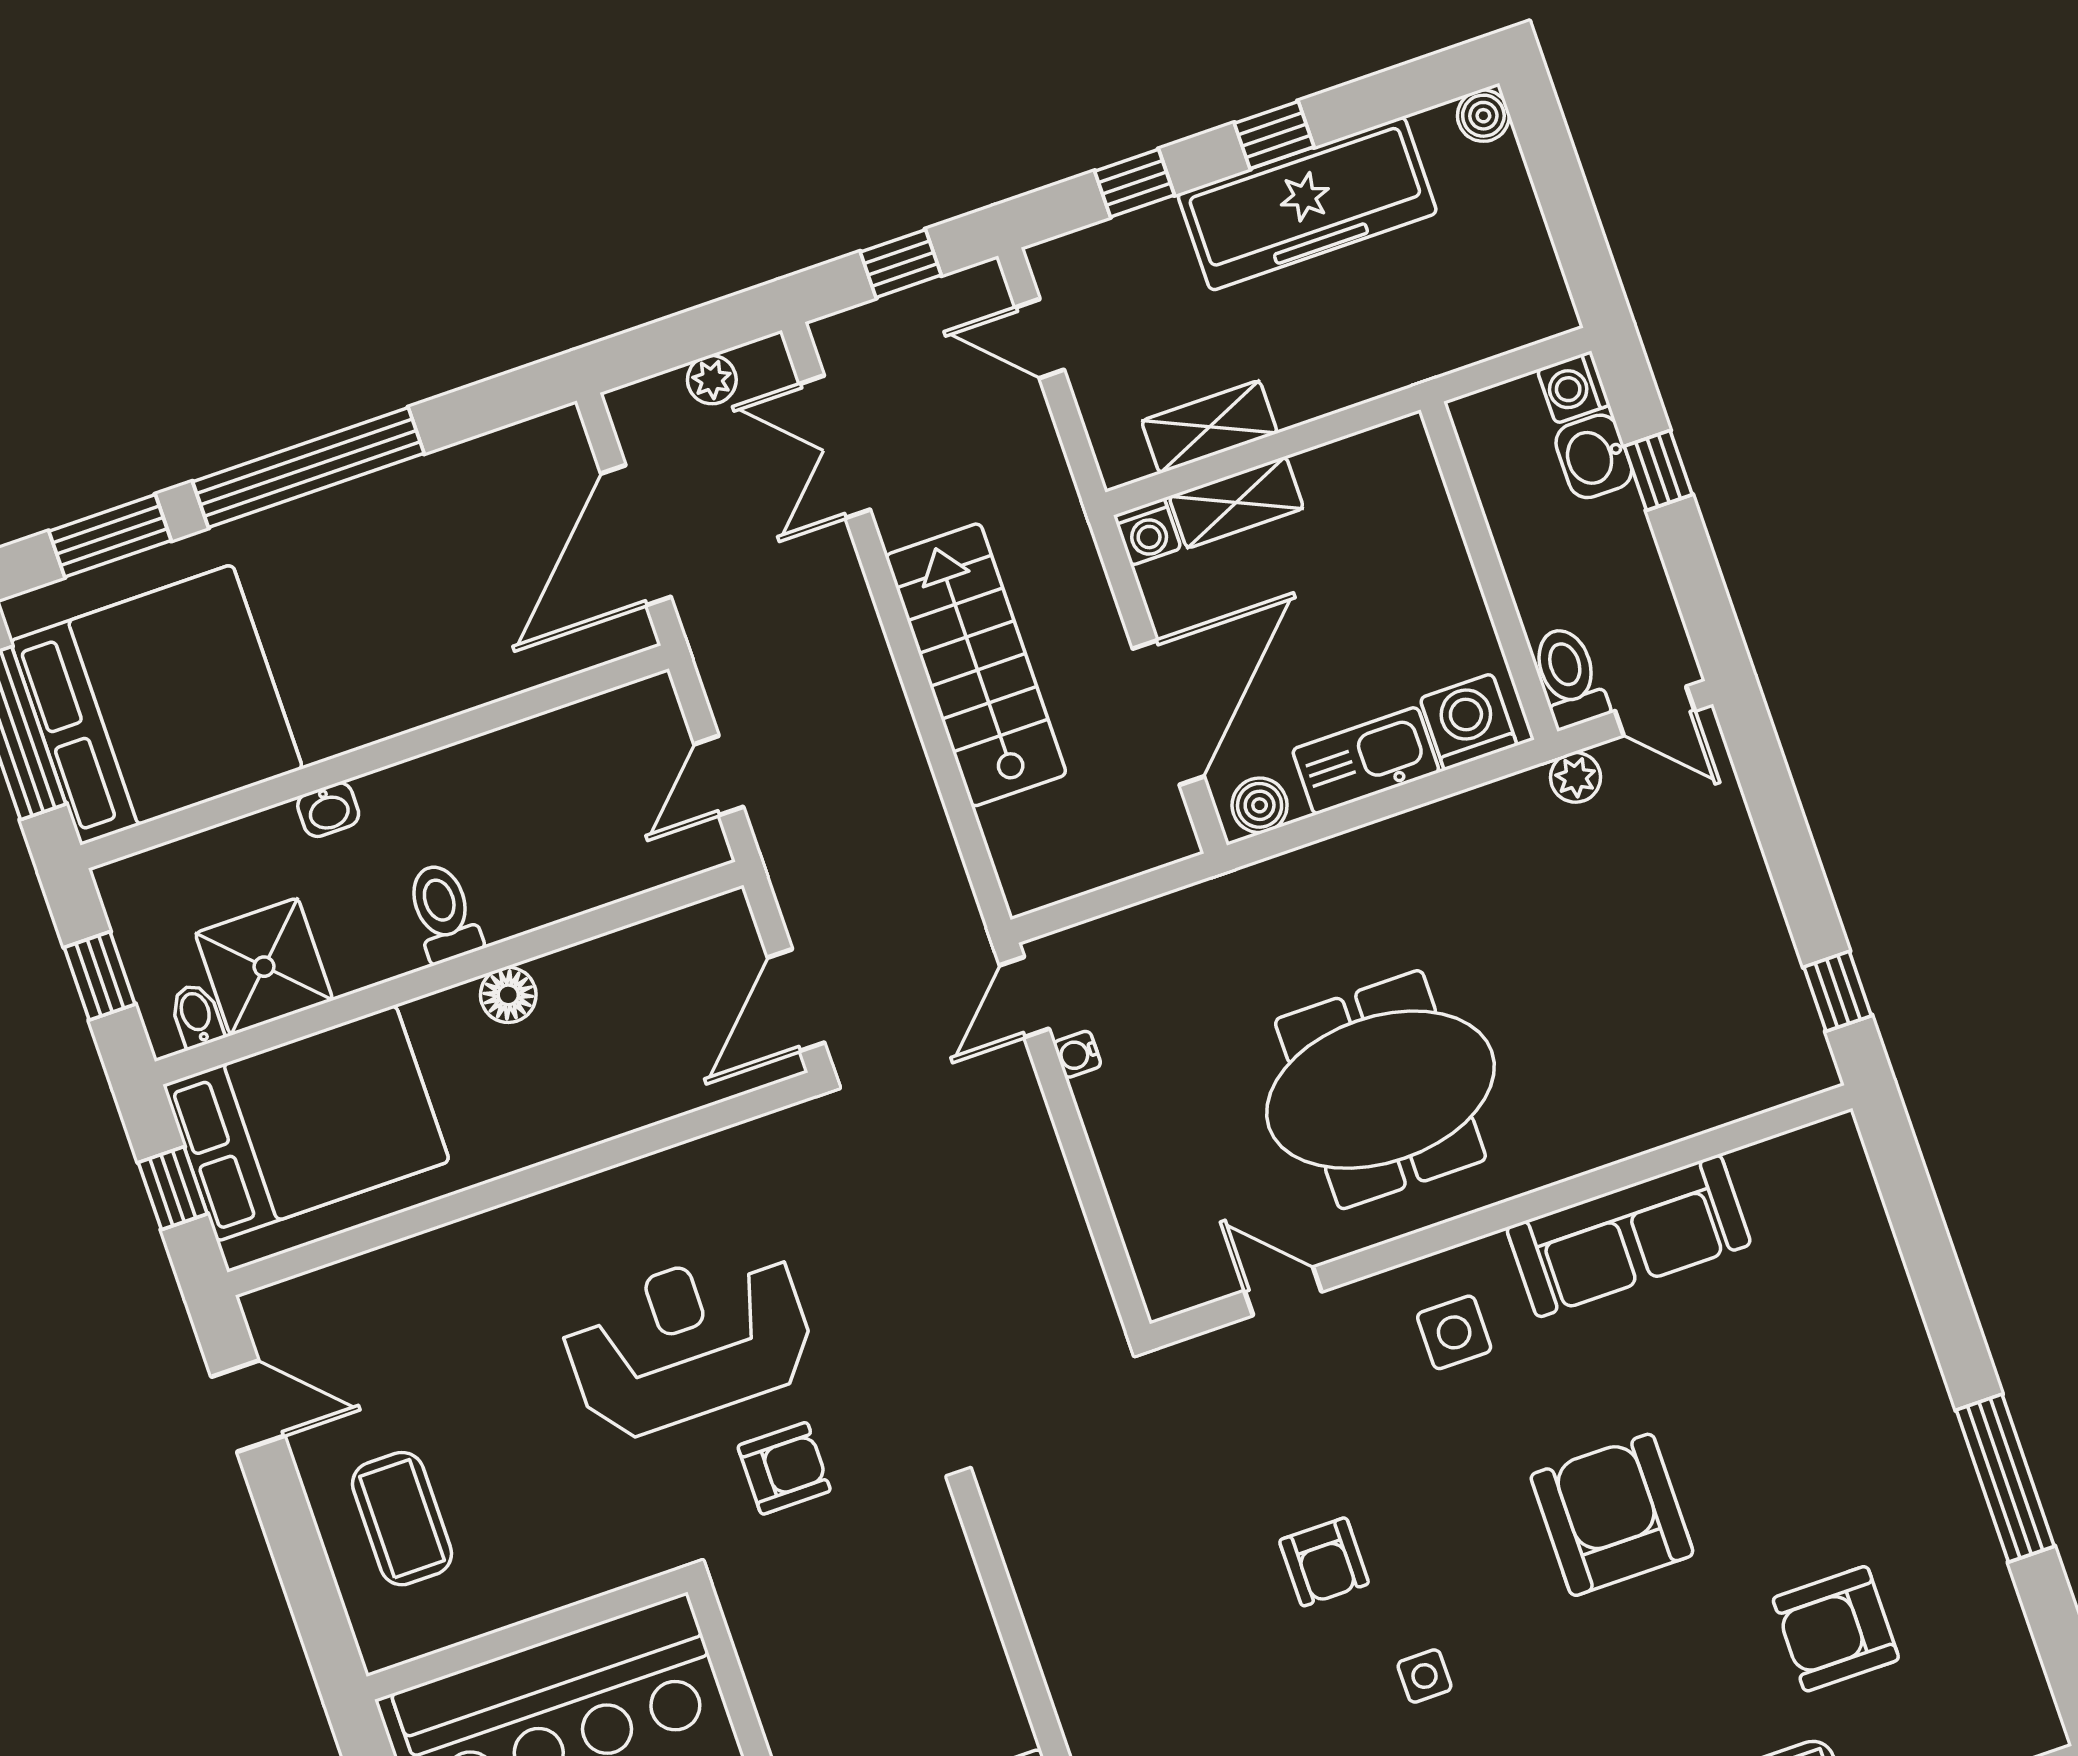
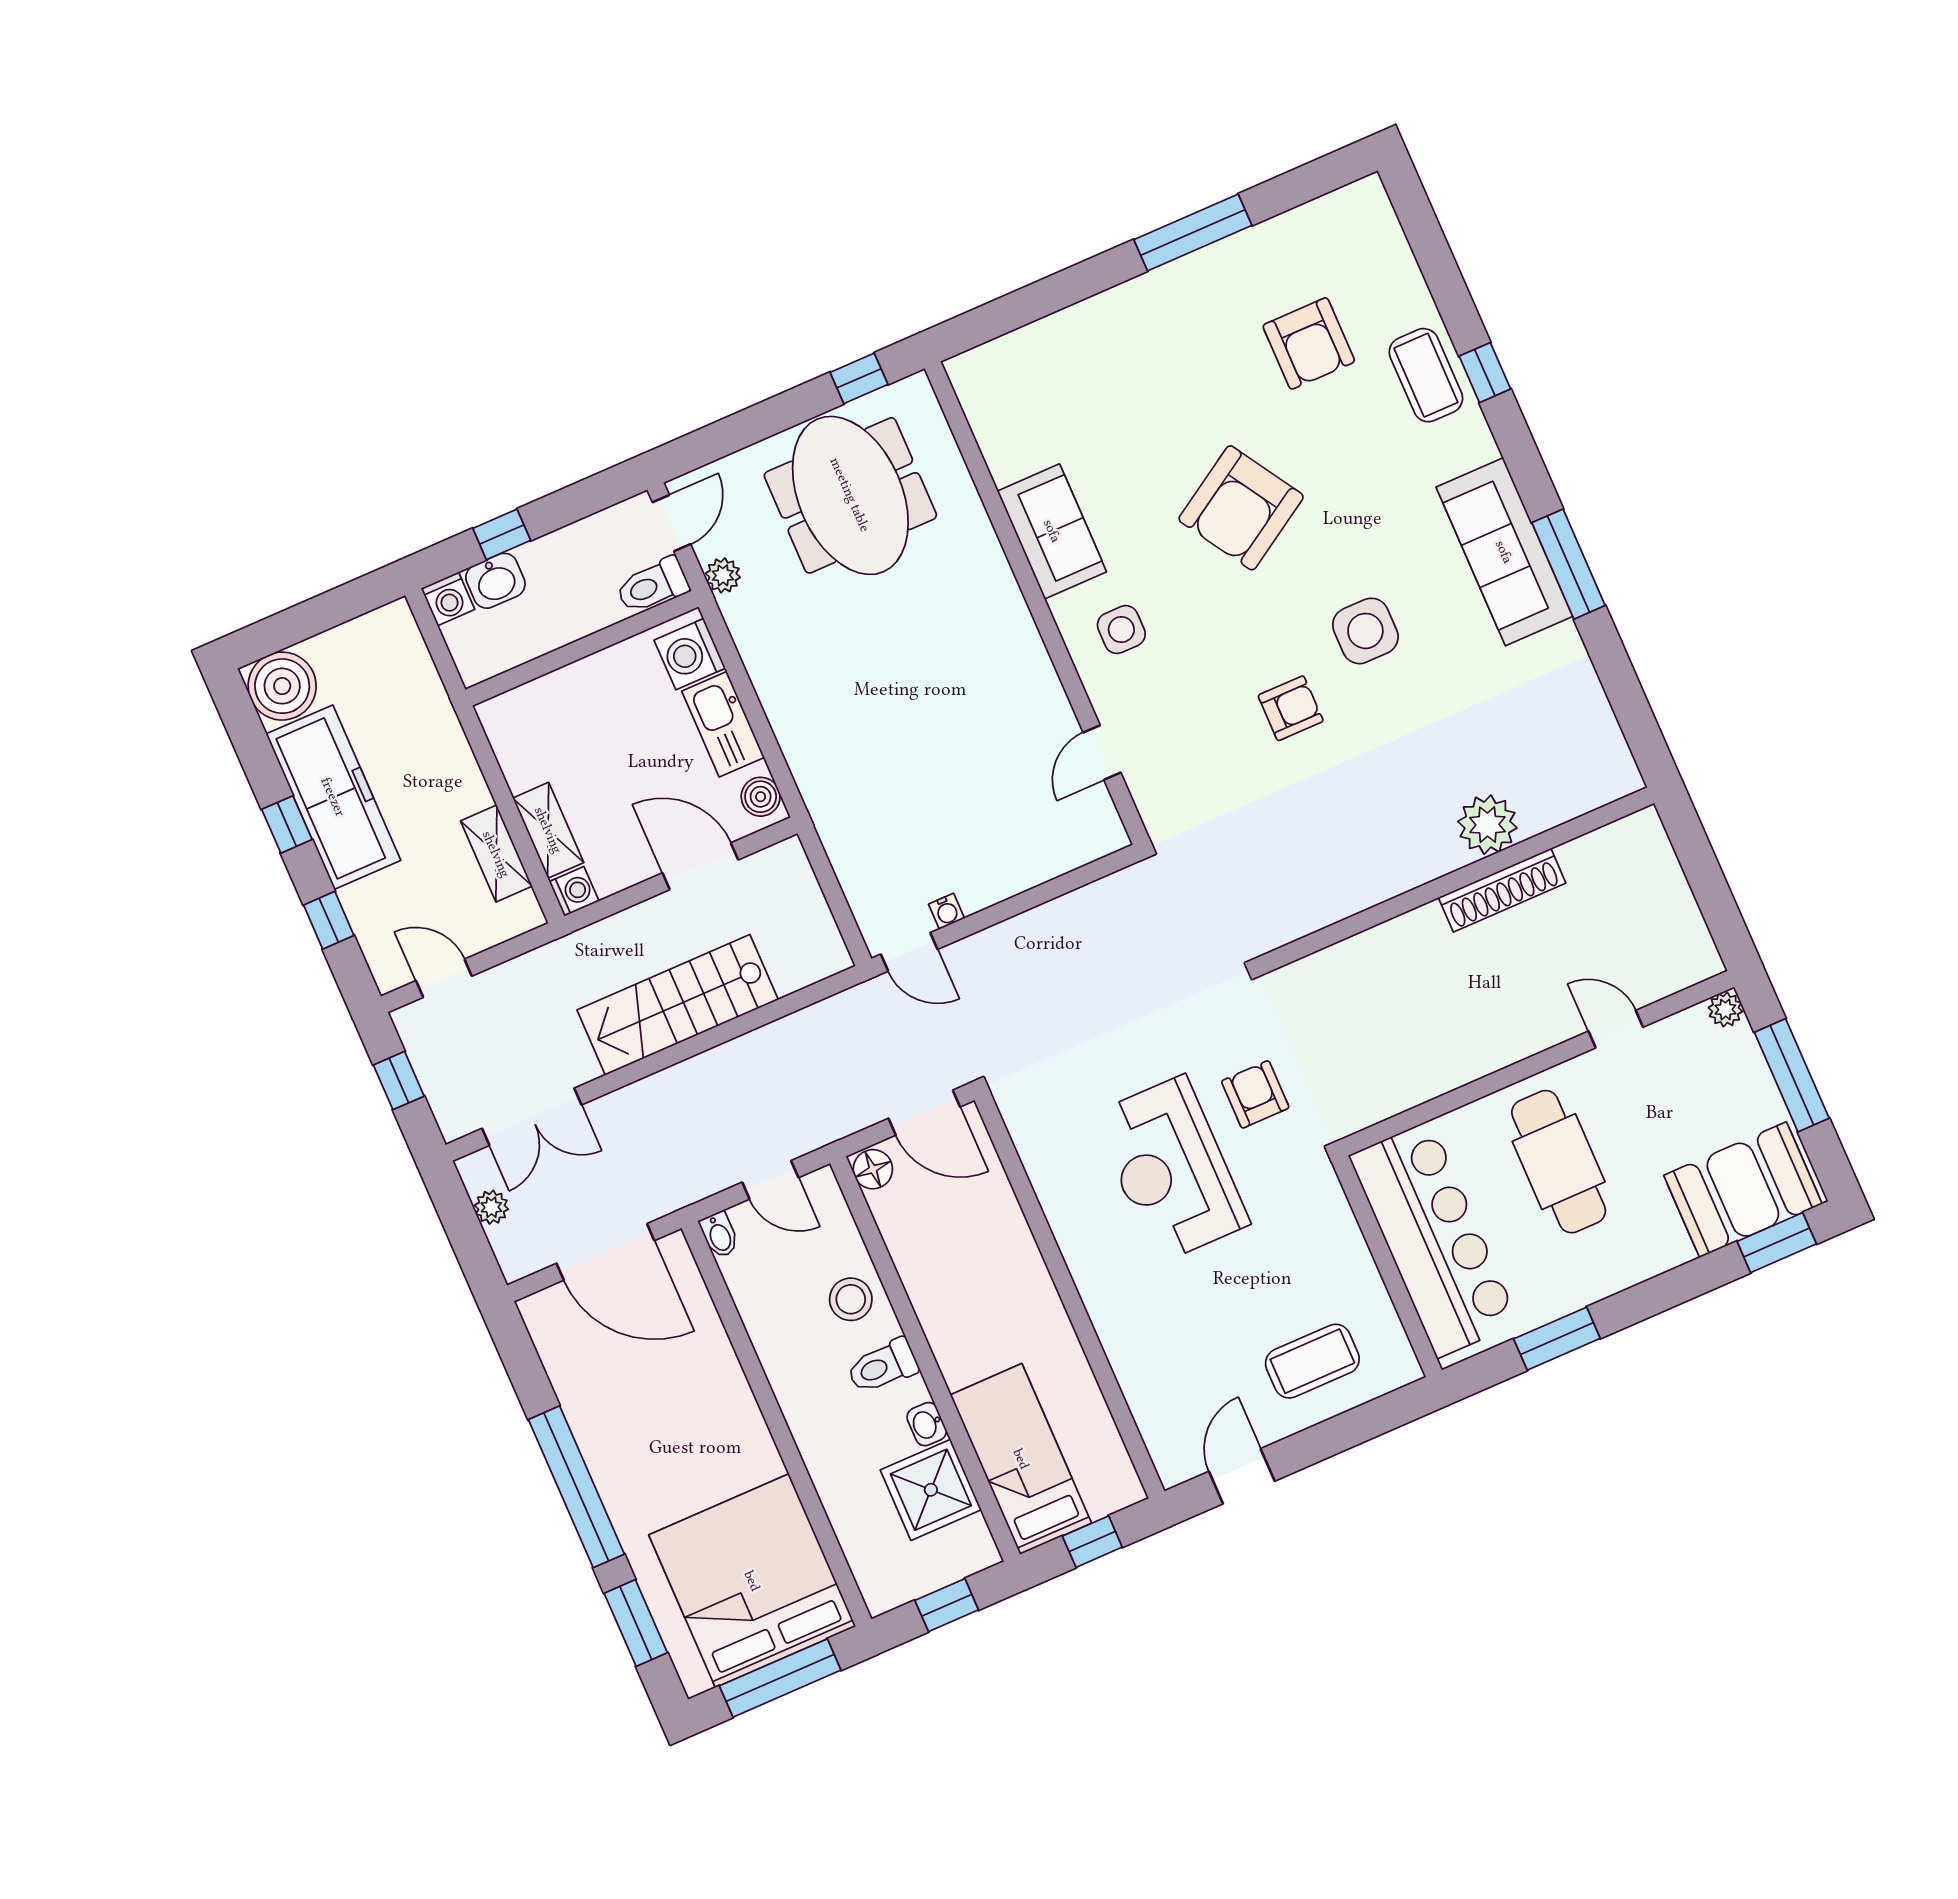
boiler: (1483, 116) -> (282, 686), width x1.86, depth x1.86
door: (1040, 339) -> (444, 978), swing flipped
door: (1168, 712) -> (700, 866), width x0.73
washbasin: (328, 810) -> (927, 1424), moved, turned 180
stool: (541, 875) -> (851, 1299), added
floor lamp: (508, 995) -> (873, 1169), moved
bidet: (197, 1016) -> (719, 1235), moved, turned -90
meeting table: (1380, 1090) -> (850, 495), moved
bed: (306, 1123) -> (1021, 1459), width x0.67
sofa: (1629, 1236) -> (1052, 531), width x0.73
armchair: (1612, 1515) -> (1241, 508), turned -32
side table: (1424, 1676) -> (1365, 631), width x1.87, depth x1.87

